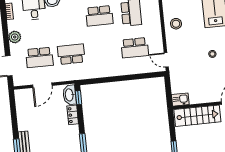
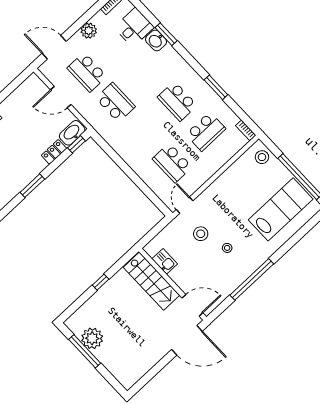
stool: (176, 24) -> (201, 234), moved
kitchen sink: (180, 100) -> (165, 261), moved

